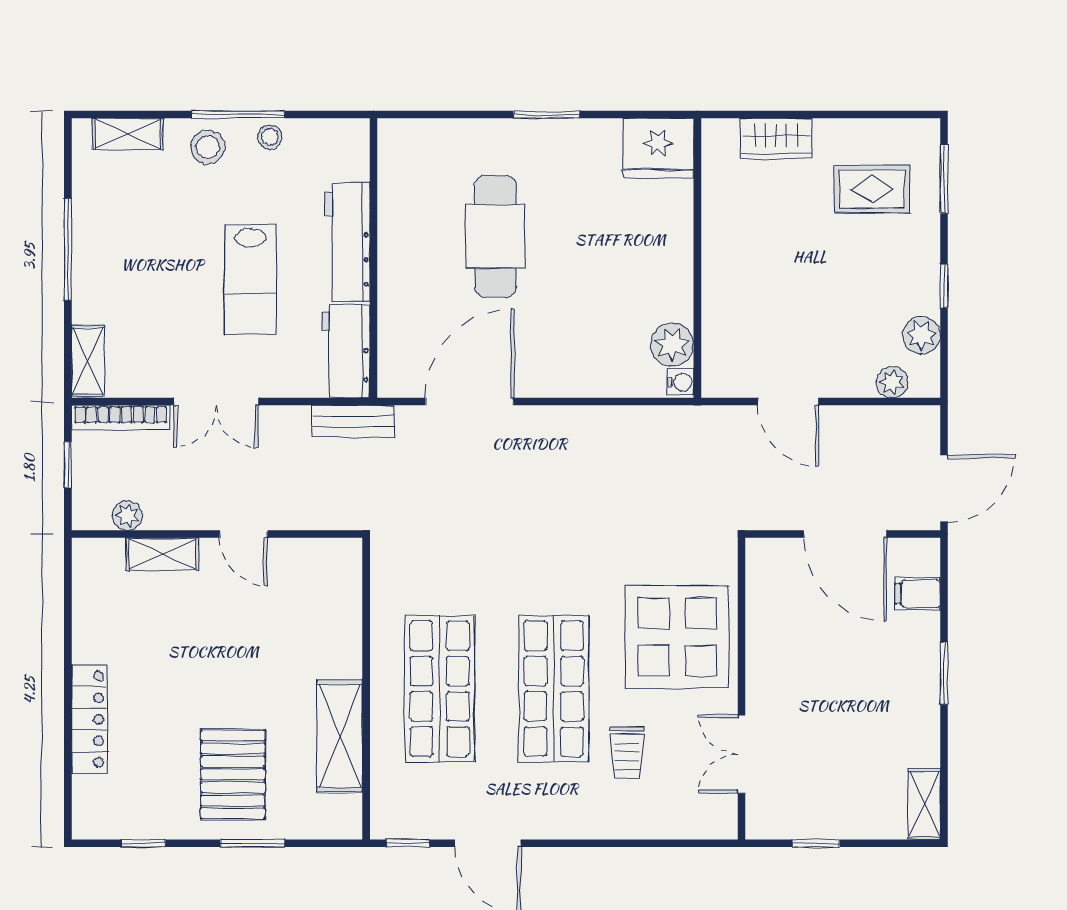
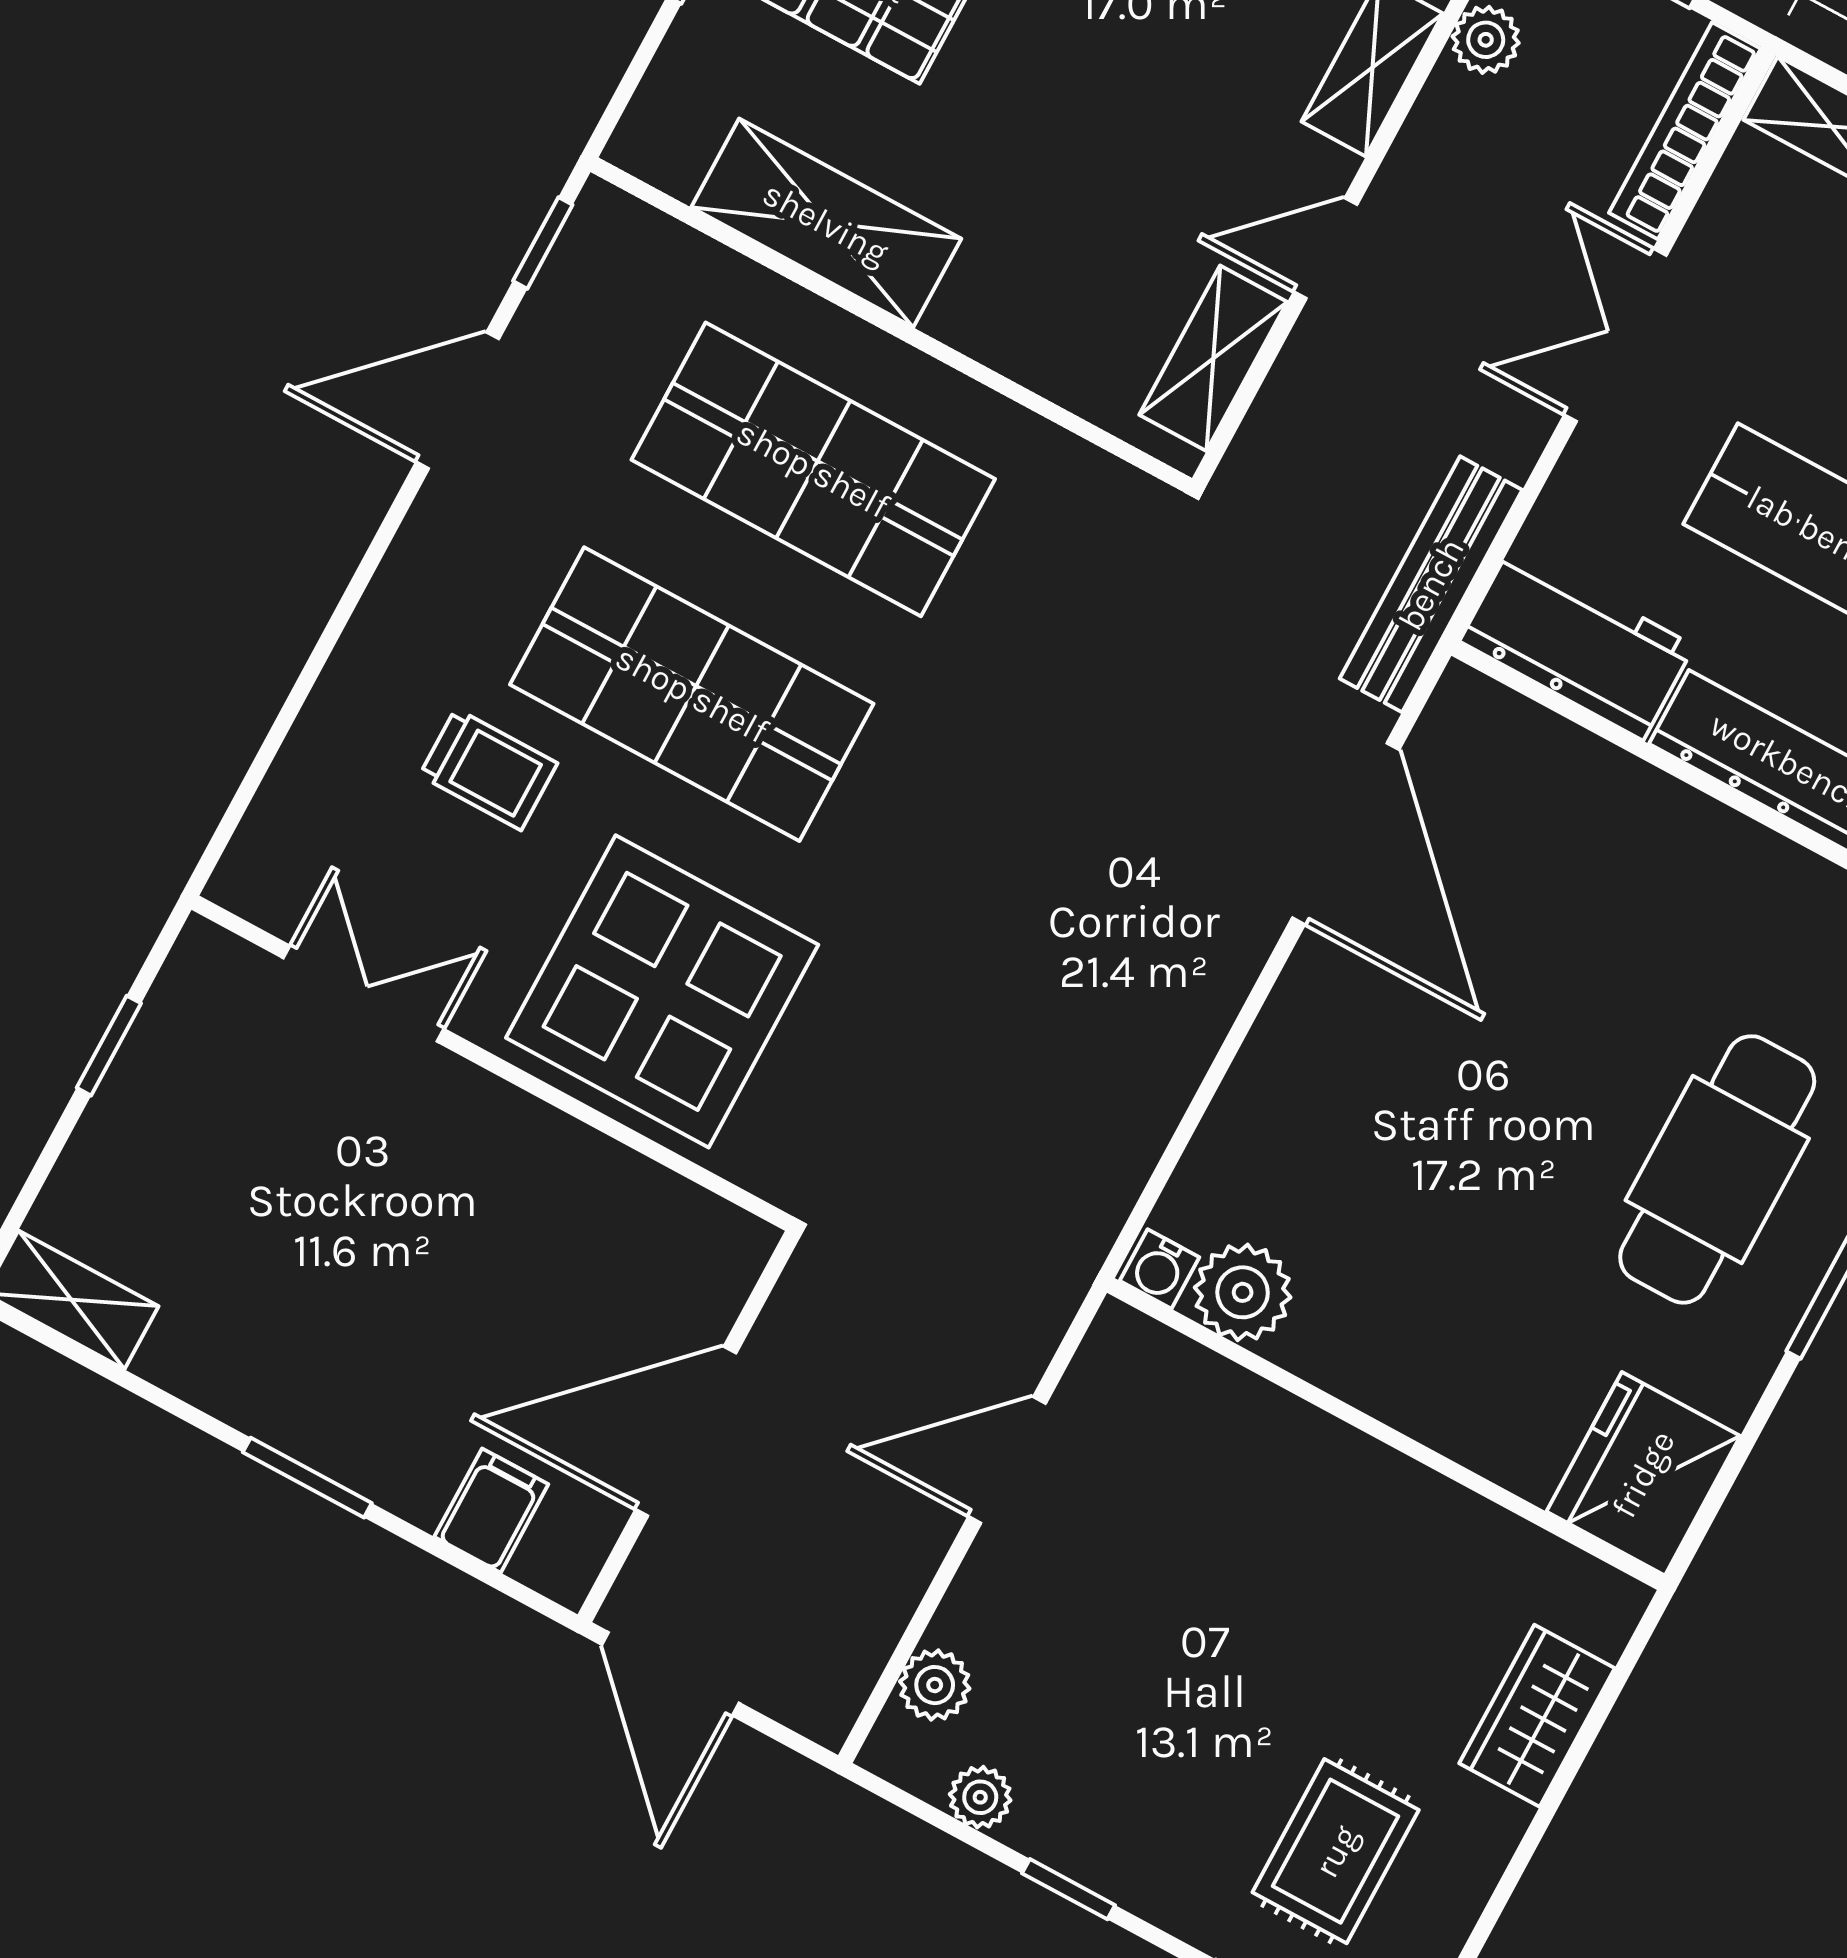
cafe table: (495, 236) -> (1717, 1169), moved, turned 90
plant: (921, 335) -> (980, 1797), width x0.73, depth x0.73
bench: (353, 421) -> (1431, 584), width x1.36
shelving: (311, 555) -> (1213, 358), added
trolley: (627, 753) -> (488, 769), turned 180

